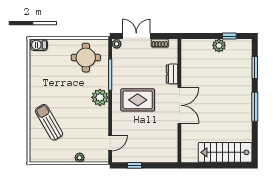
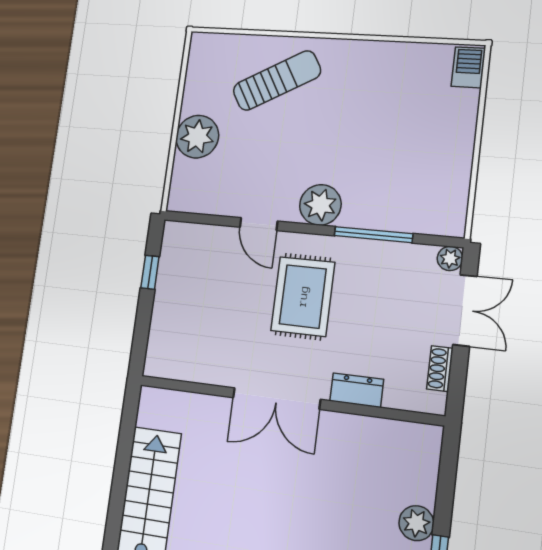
round table: (86, 58) -> (423, 179), removed
door: (110, 143) -> (259, 224), moved
plant: (80, 158) -> (197, 137), width x1.88, depth x1.88

